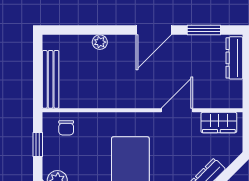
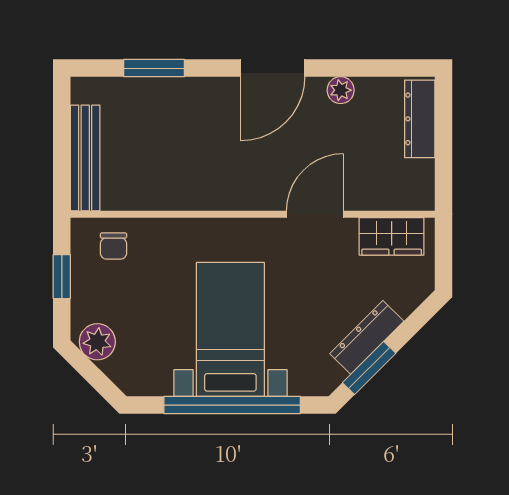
window: (204, 30) -> (154, 68), moved
plant: (100, 42) -> (341, 90), moved

